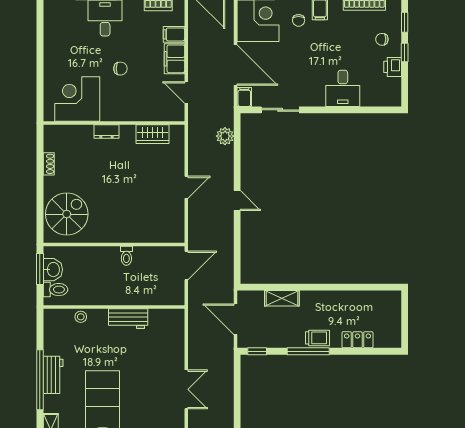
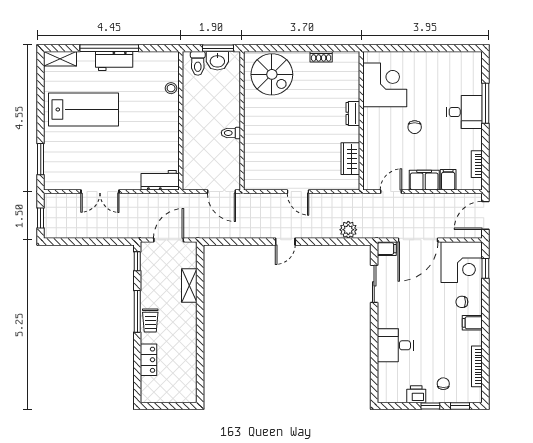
workbench: (128, 319) -> (160, 180), moved, turned 90

